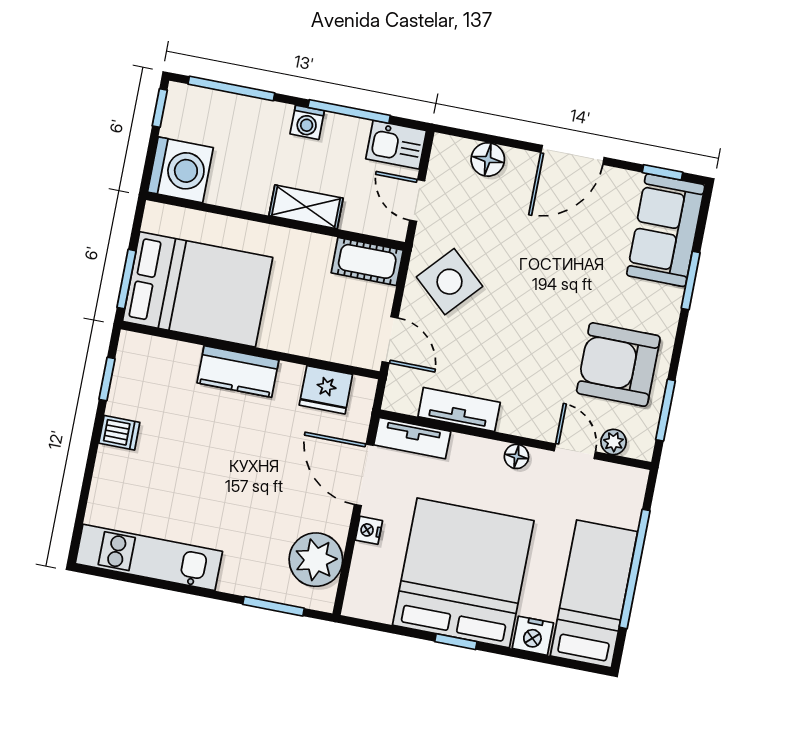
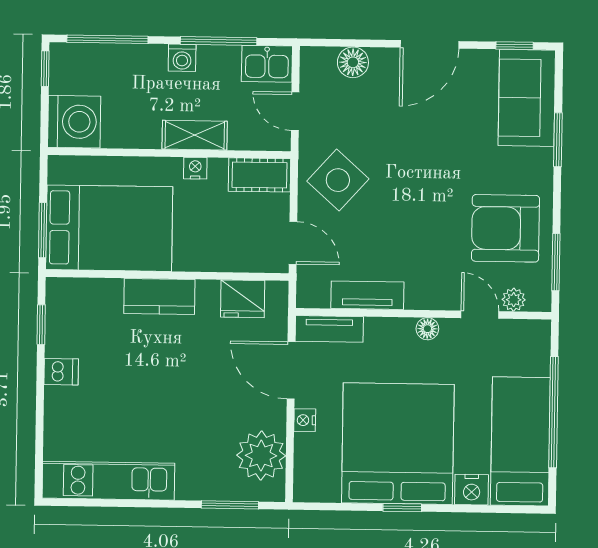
nightstand: (300, 242) -> (195, 168), added

